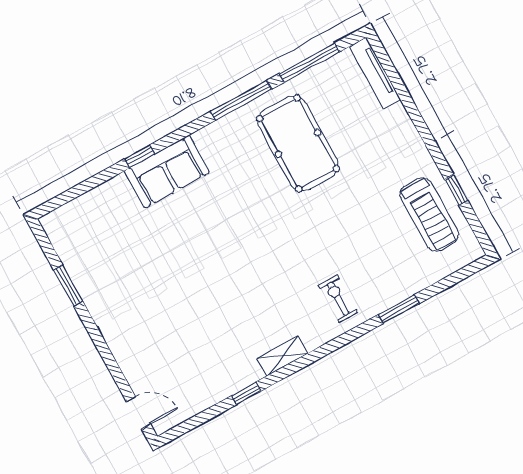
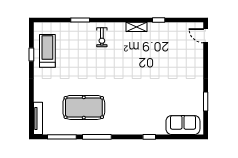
pool table: (298, 143) -> (84, 107), turned 90
sofa: (167, 172) -> (183, 125), moved

